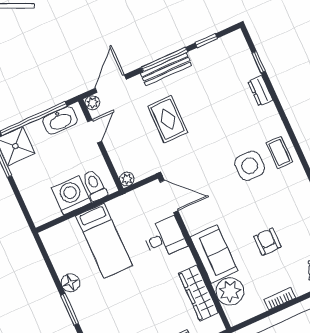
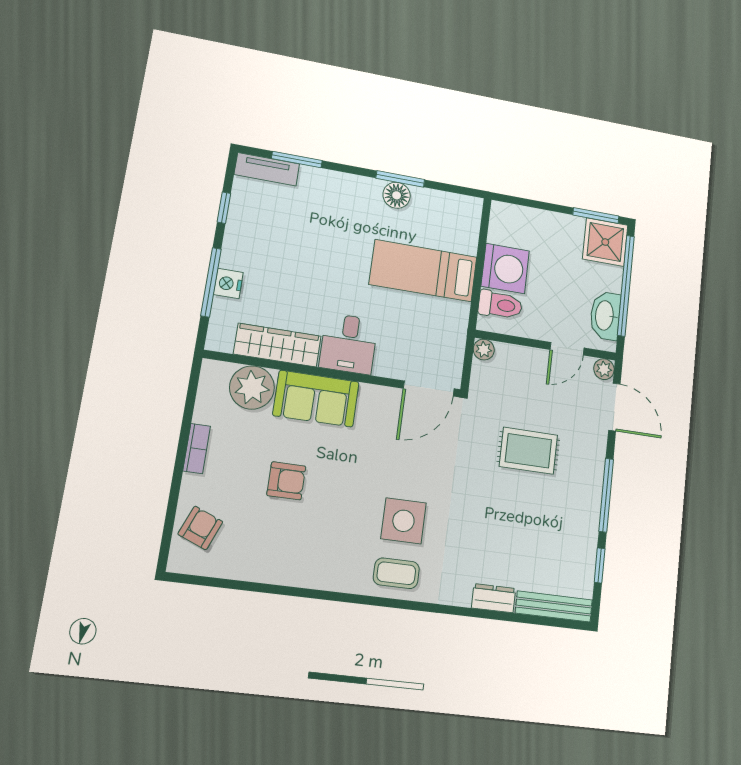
window: (259, 62) -> (532, 620), removed
bench: (166, 69) -> (554, 606), moved, turned 90
door: (95, 131) -> (567, 349), hinge flipped
desk: (165, 238) -> (349, 344), moved
window: (70, 309) -> (400, 179), moved

